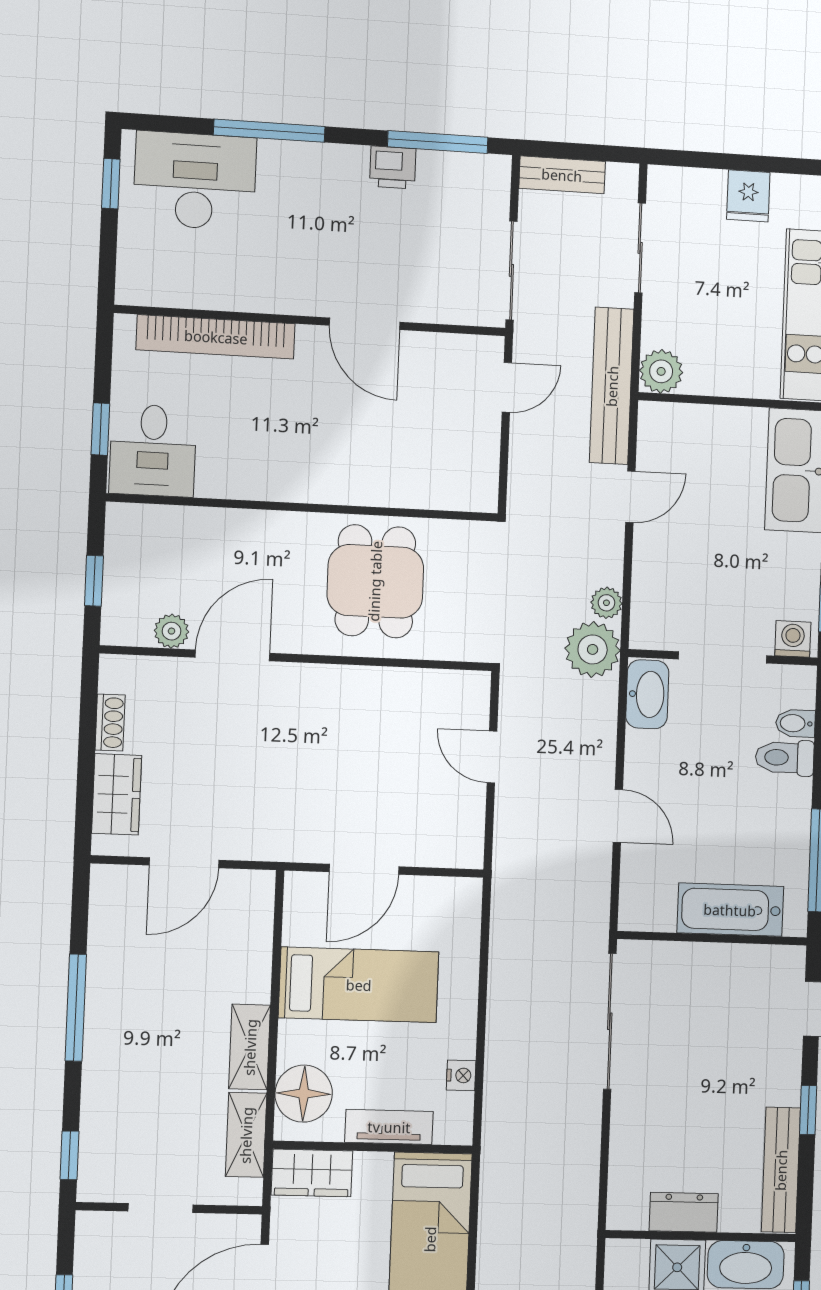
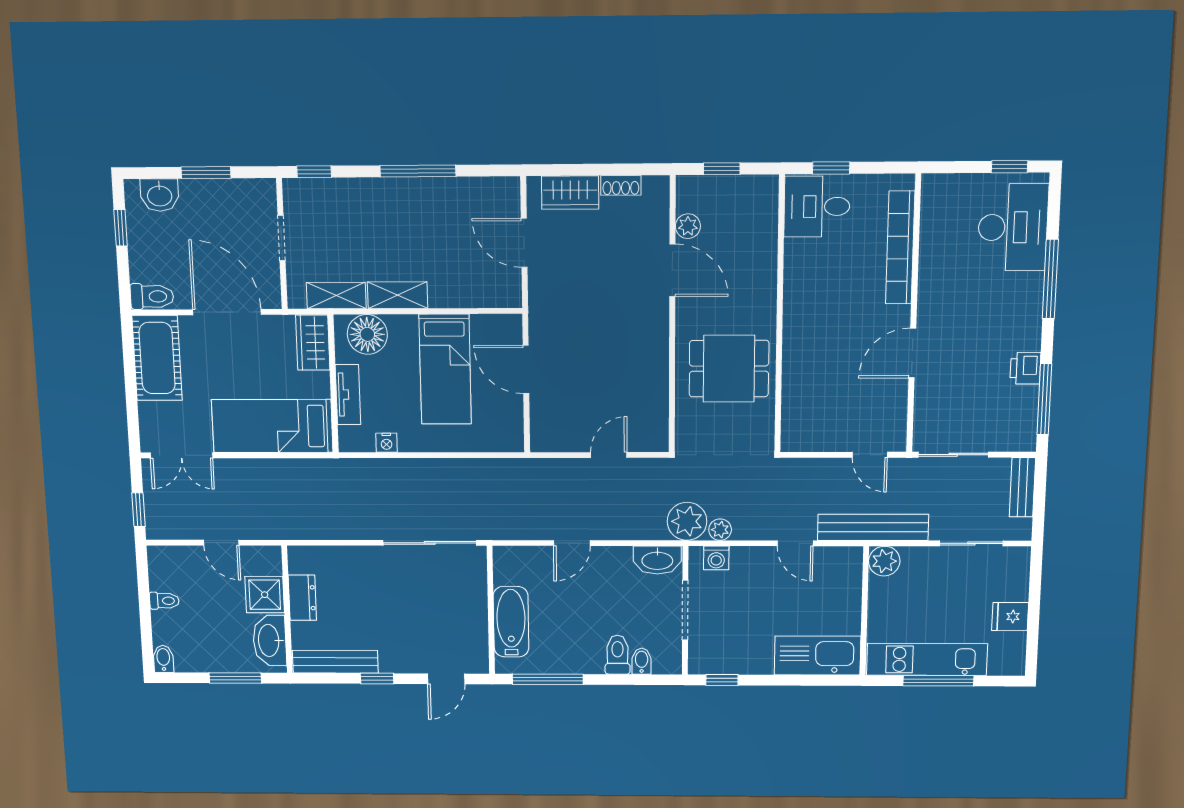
washing machine: (793, 639) -> (716, 558), moved, turned 90

